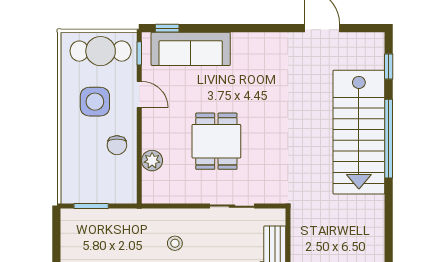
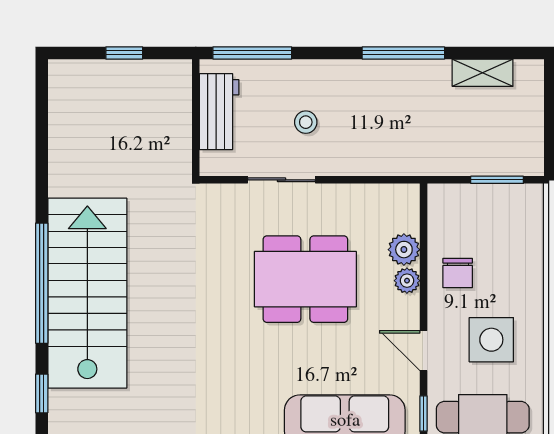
plant: (150, 140) -> (407, 281), added
dining table: (216, 141) -> (305, 279), width x1.38
chair: (117, 145) -> (458, 273), turned 180
stool: (175, 243) -> (306, 122), moved

